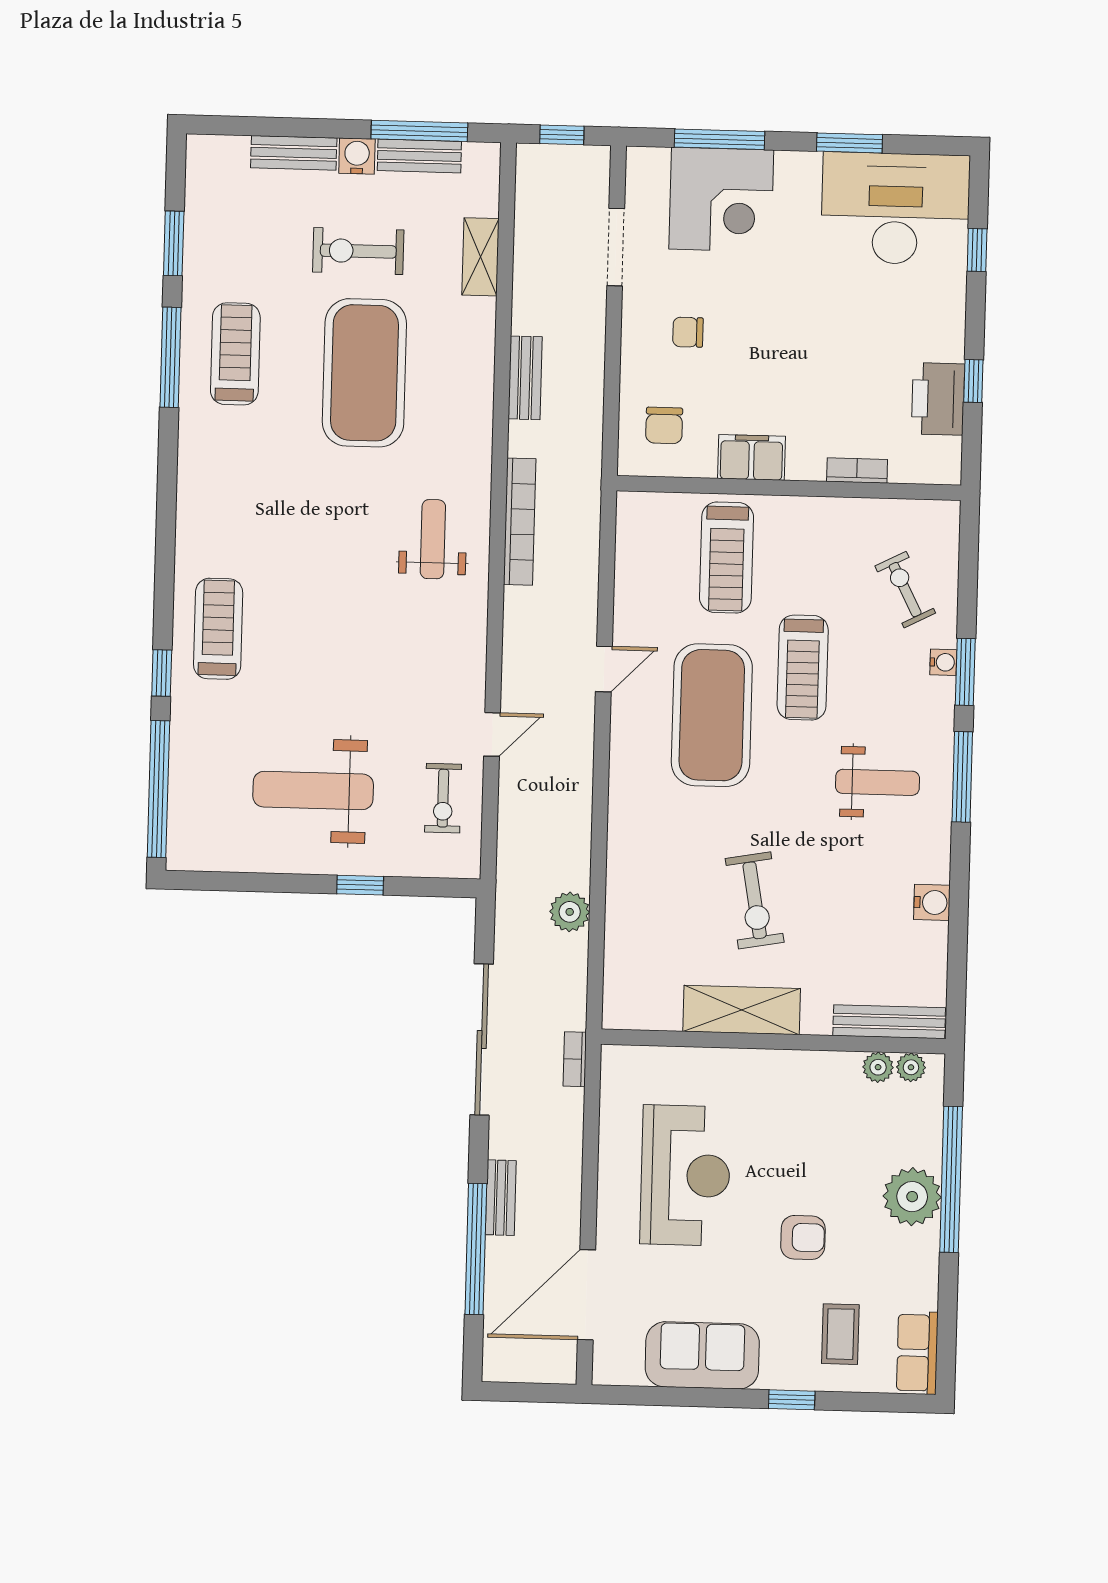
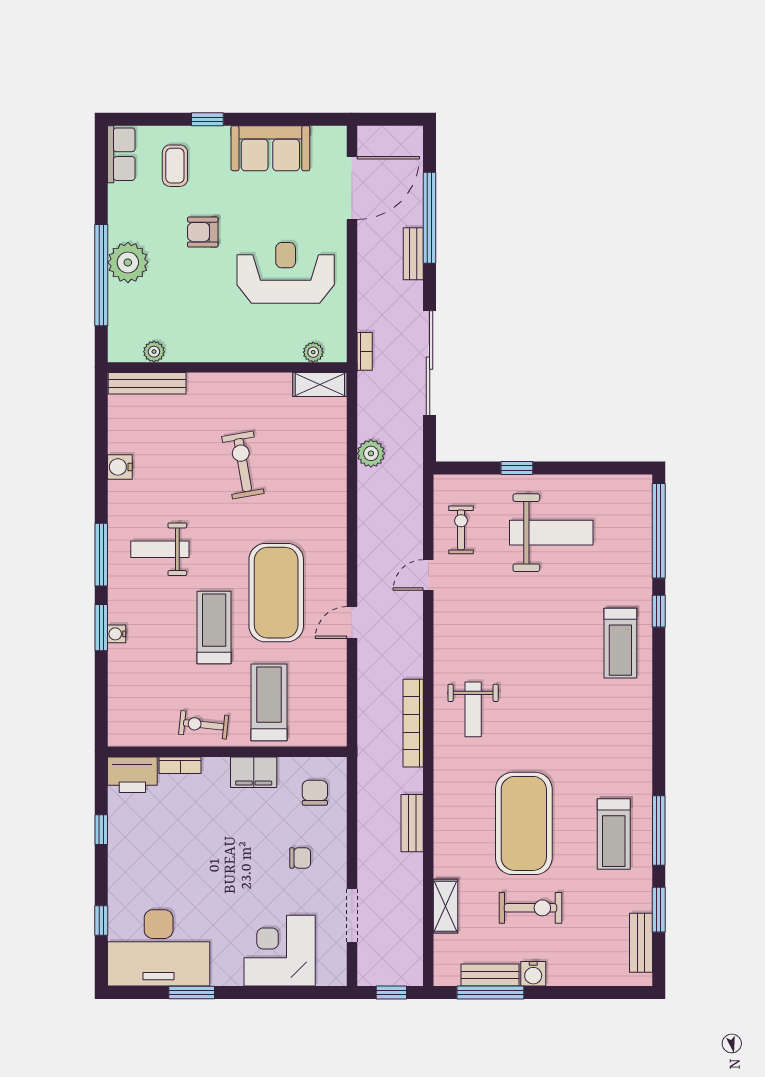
window: (719, 139) -> (282, 992), removed
bench: (294, 153) -> (641, 943), moved, turned 90
printer: (938, 399) -> (132, 775), moved, turned 90
exercise bike: (905, 590) -> (204, 725), moved, turned 123
shelving: (742, 1010) -> (320, 385), moved, width x0.67, depth x0.75
plant: (911, 1067) -> (313, 352), moved
reception desk: (685, 1175) -> (286, 273), turned 90

